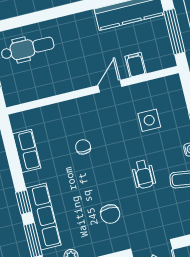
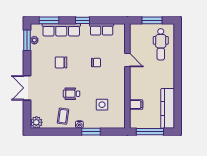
door: (110, 86) -> (127, 60), moved
window: (24, 202) -> (83, 20), moved
chair: (110, 214) -> (61, 62), moved

